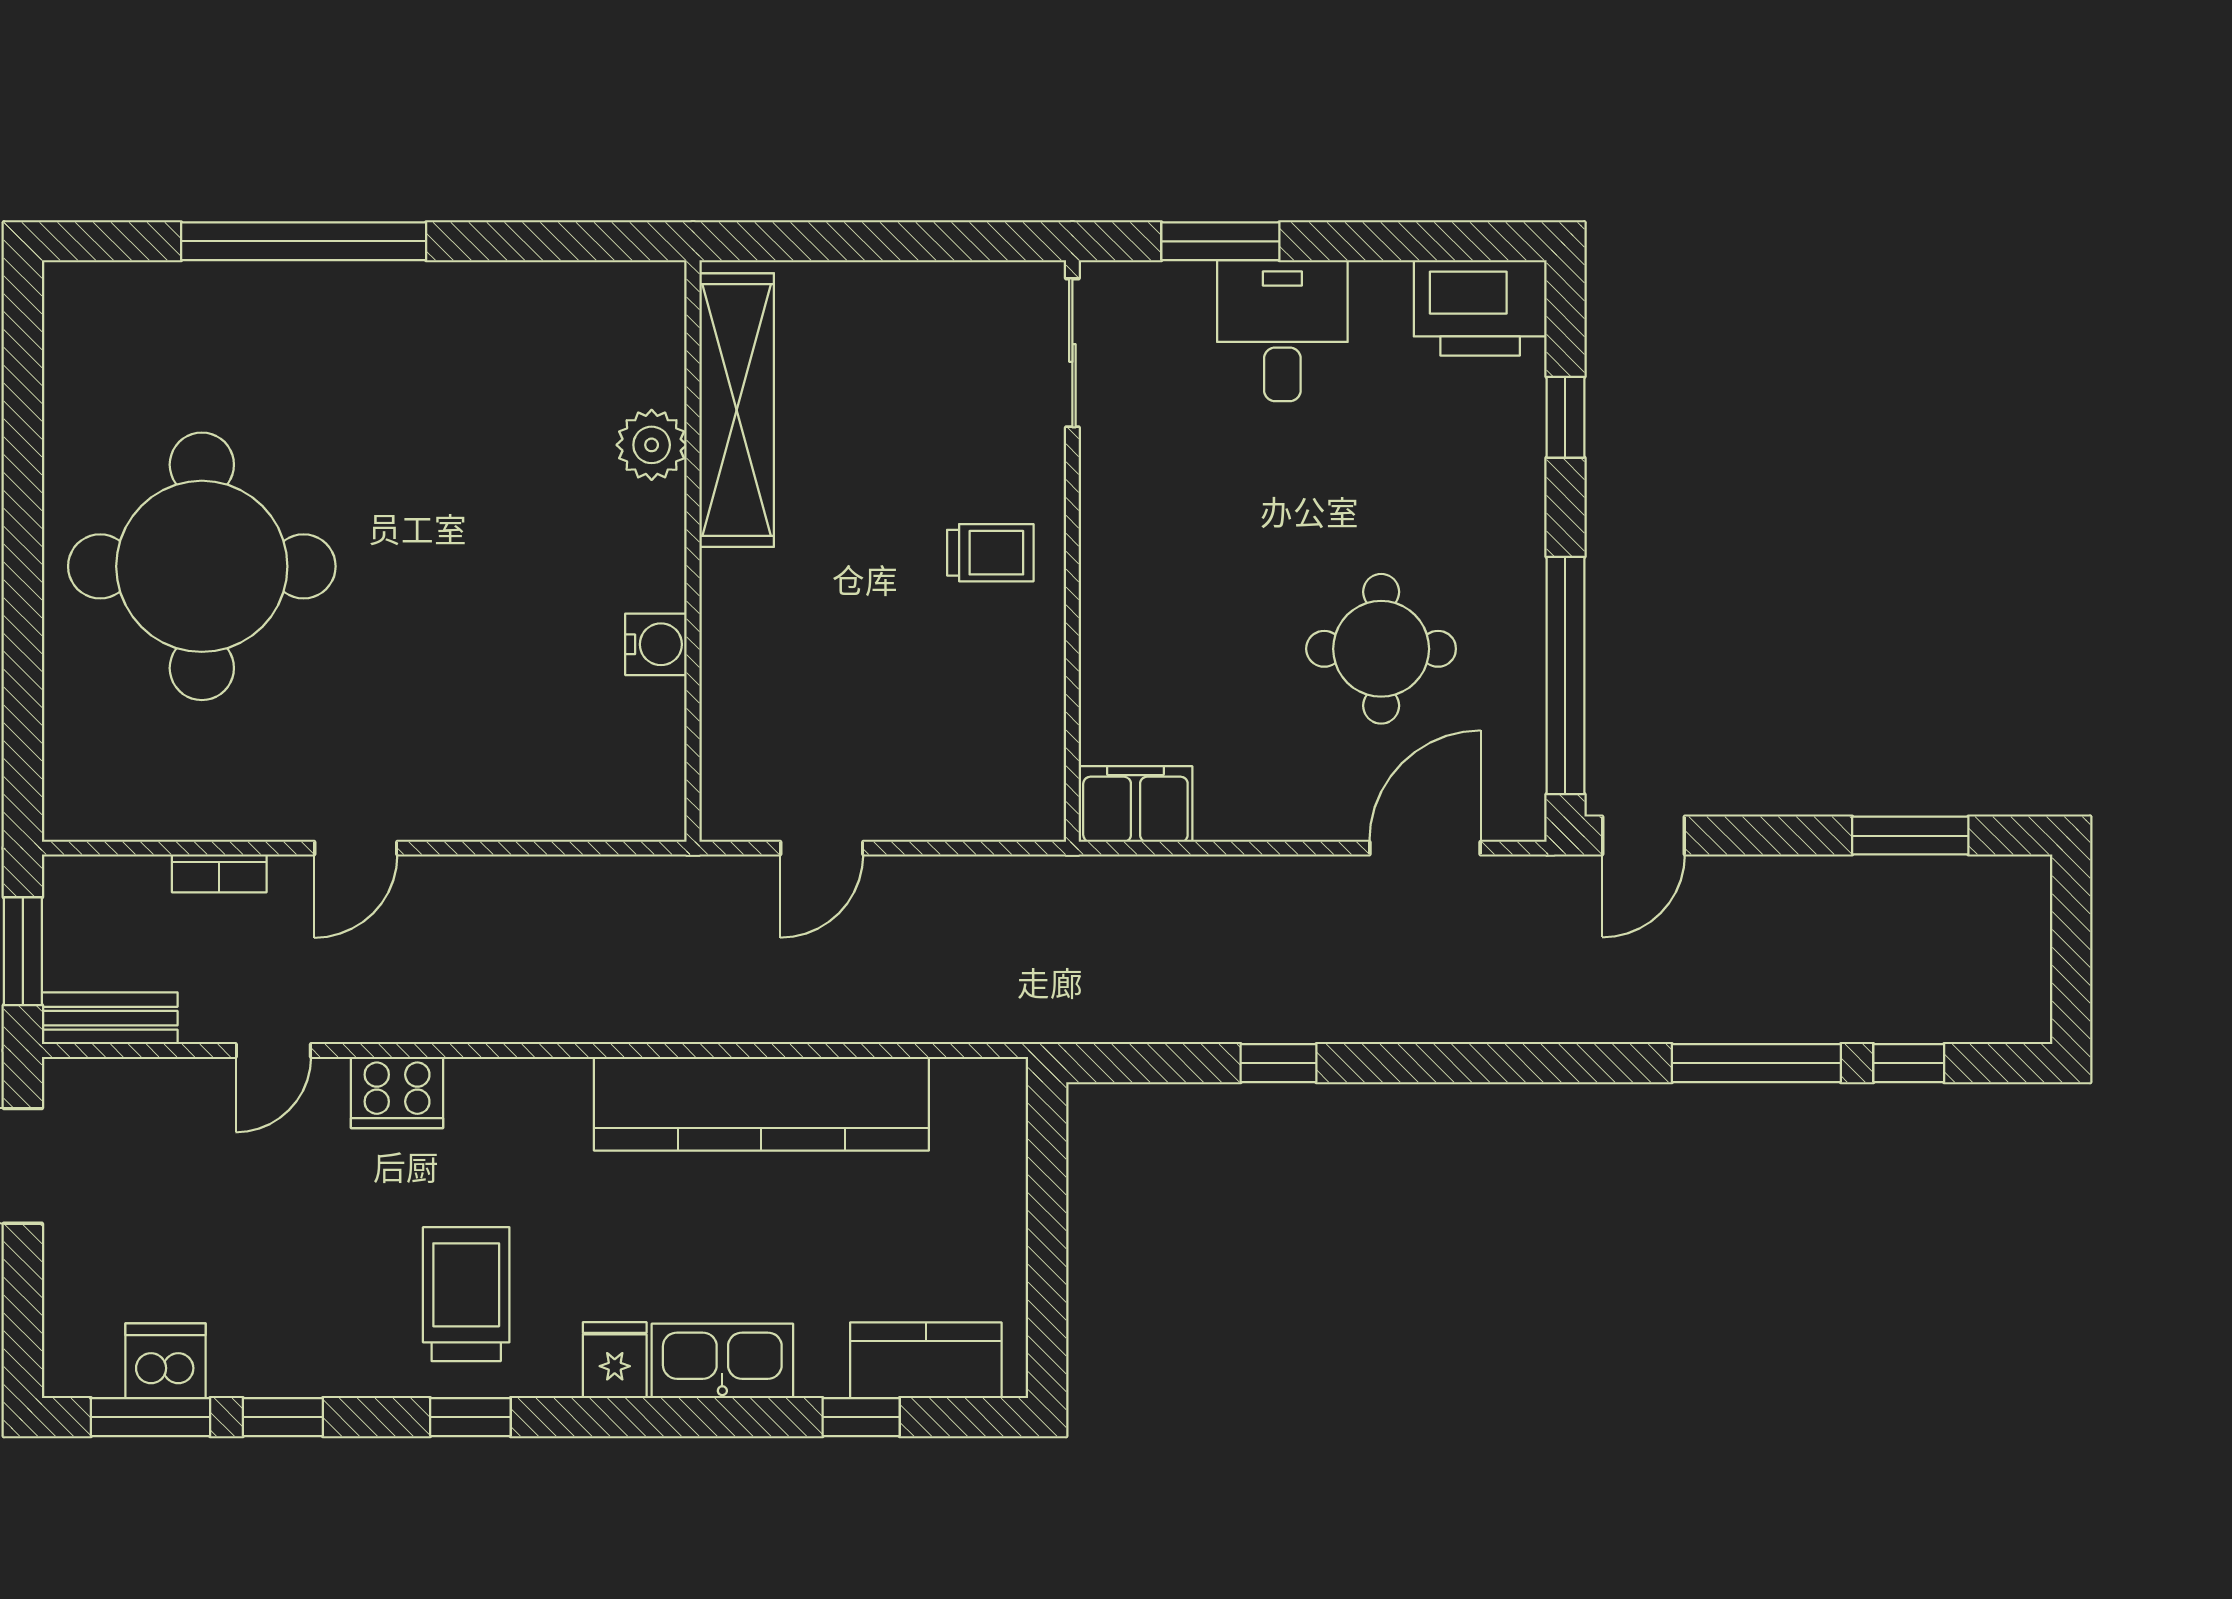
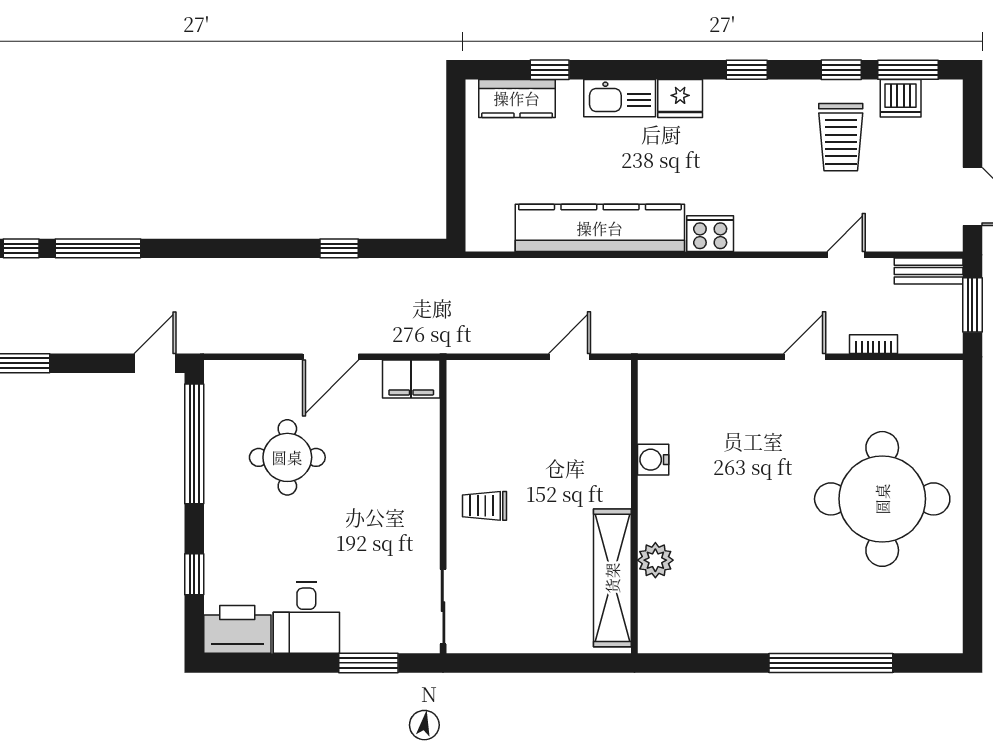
desk: (1282, 331) -> (306, 618), moved
door: (1425, 848) -> (331, 357), moved
cooker: (397, 1092) -> (710, 234), moved
trolley: (466, 1294) -> (841, 137), moved
fridge: (615, 1360) -> (680, 99), width x1.38

